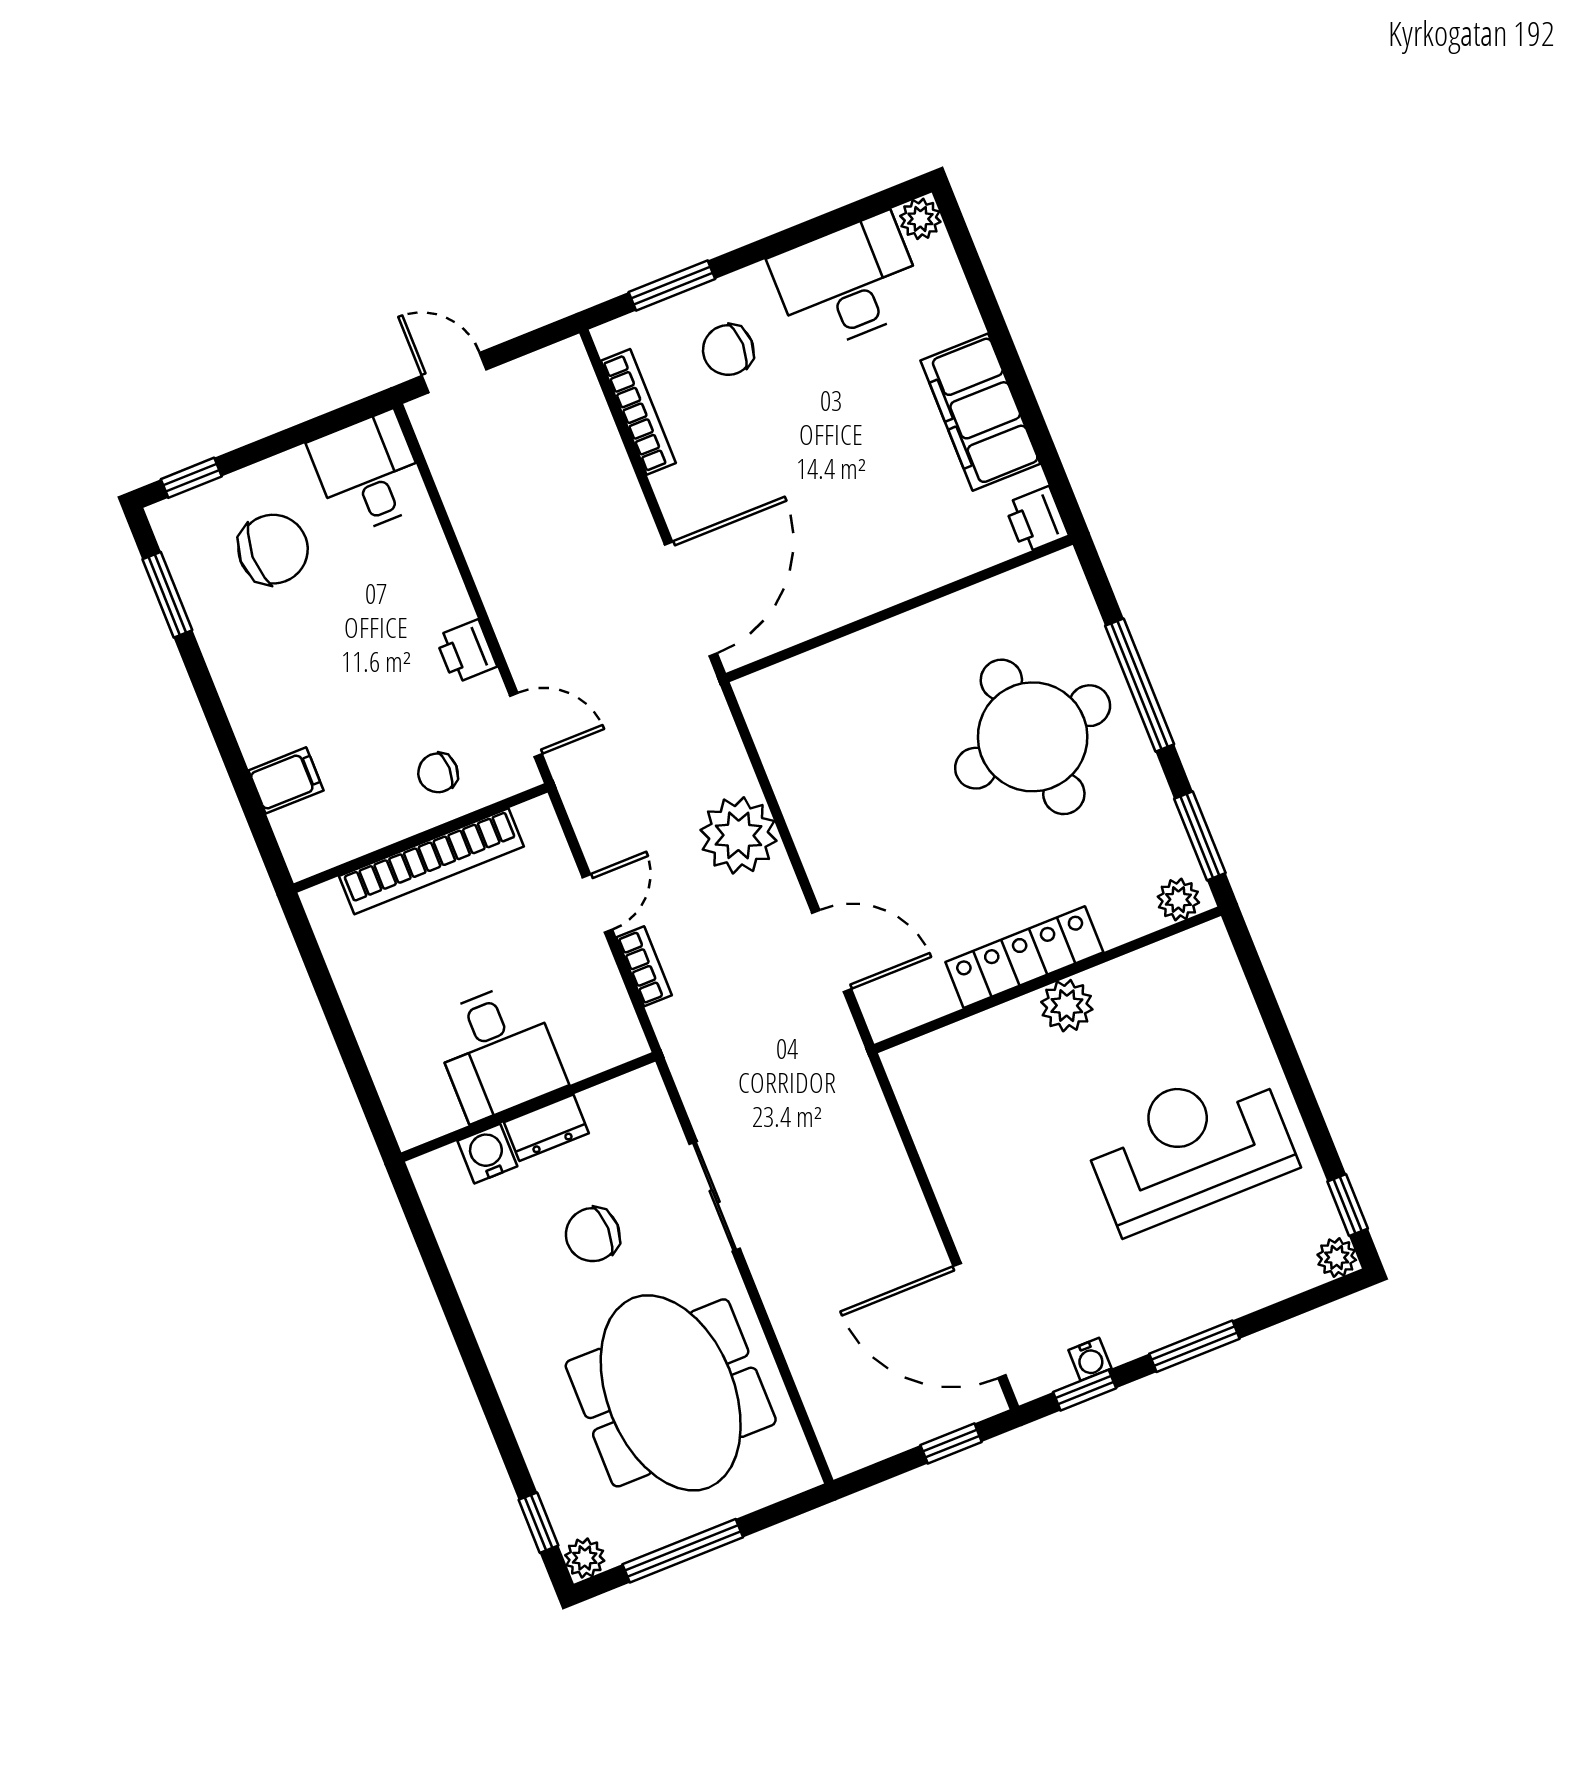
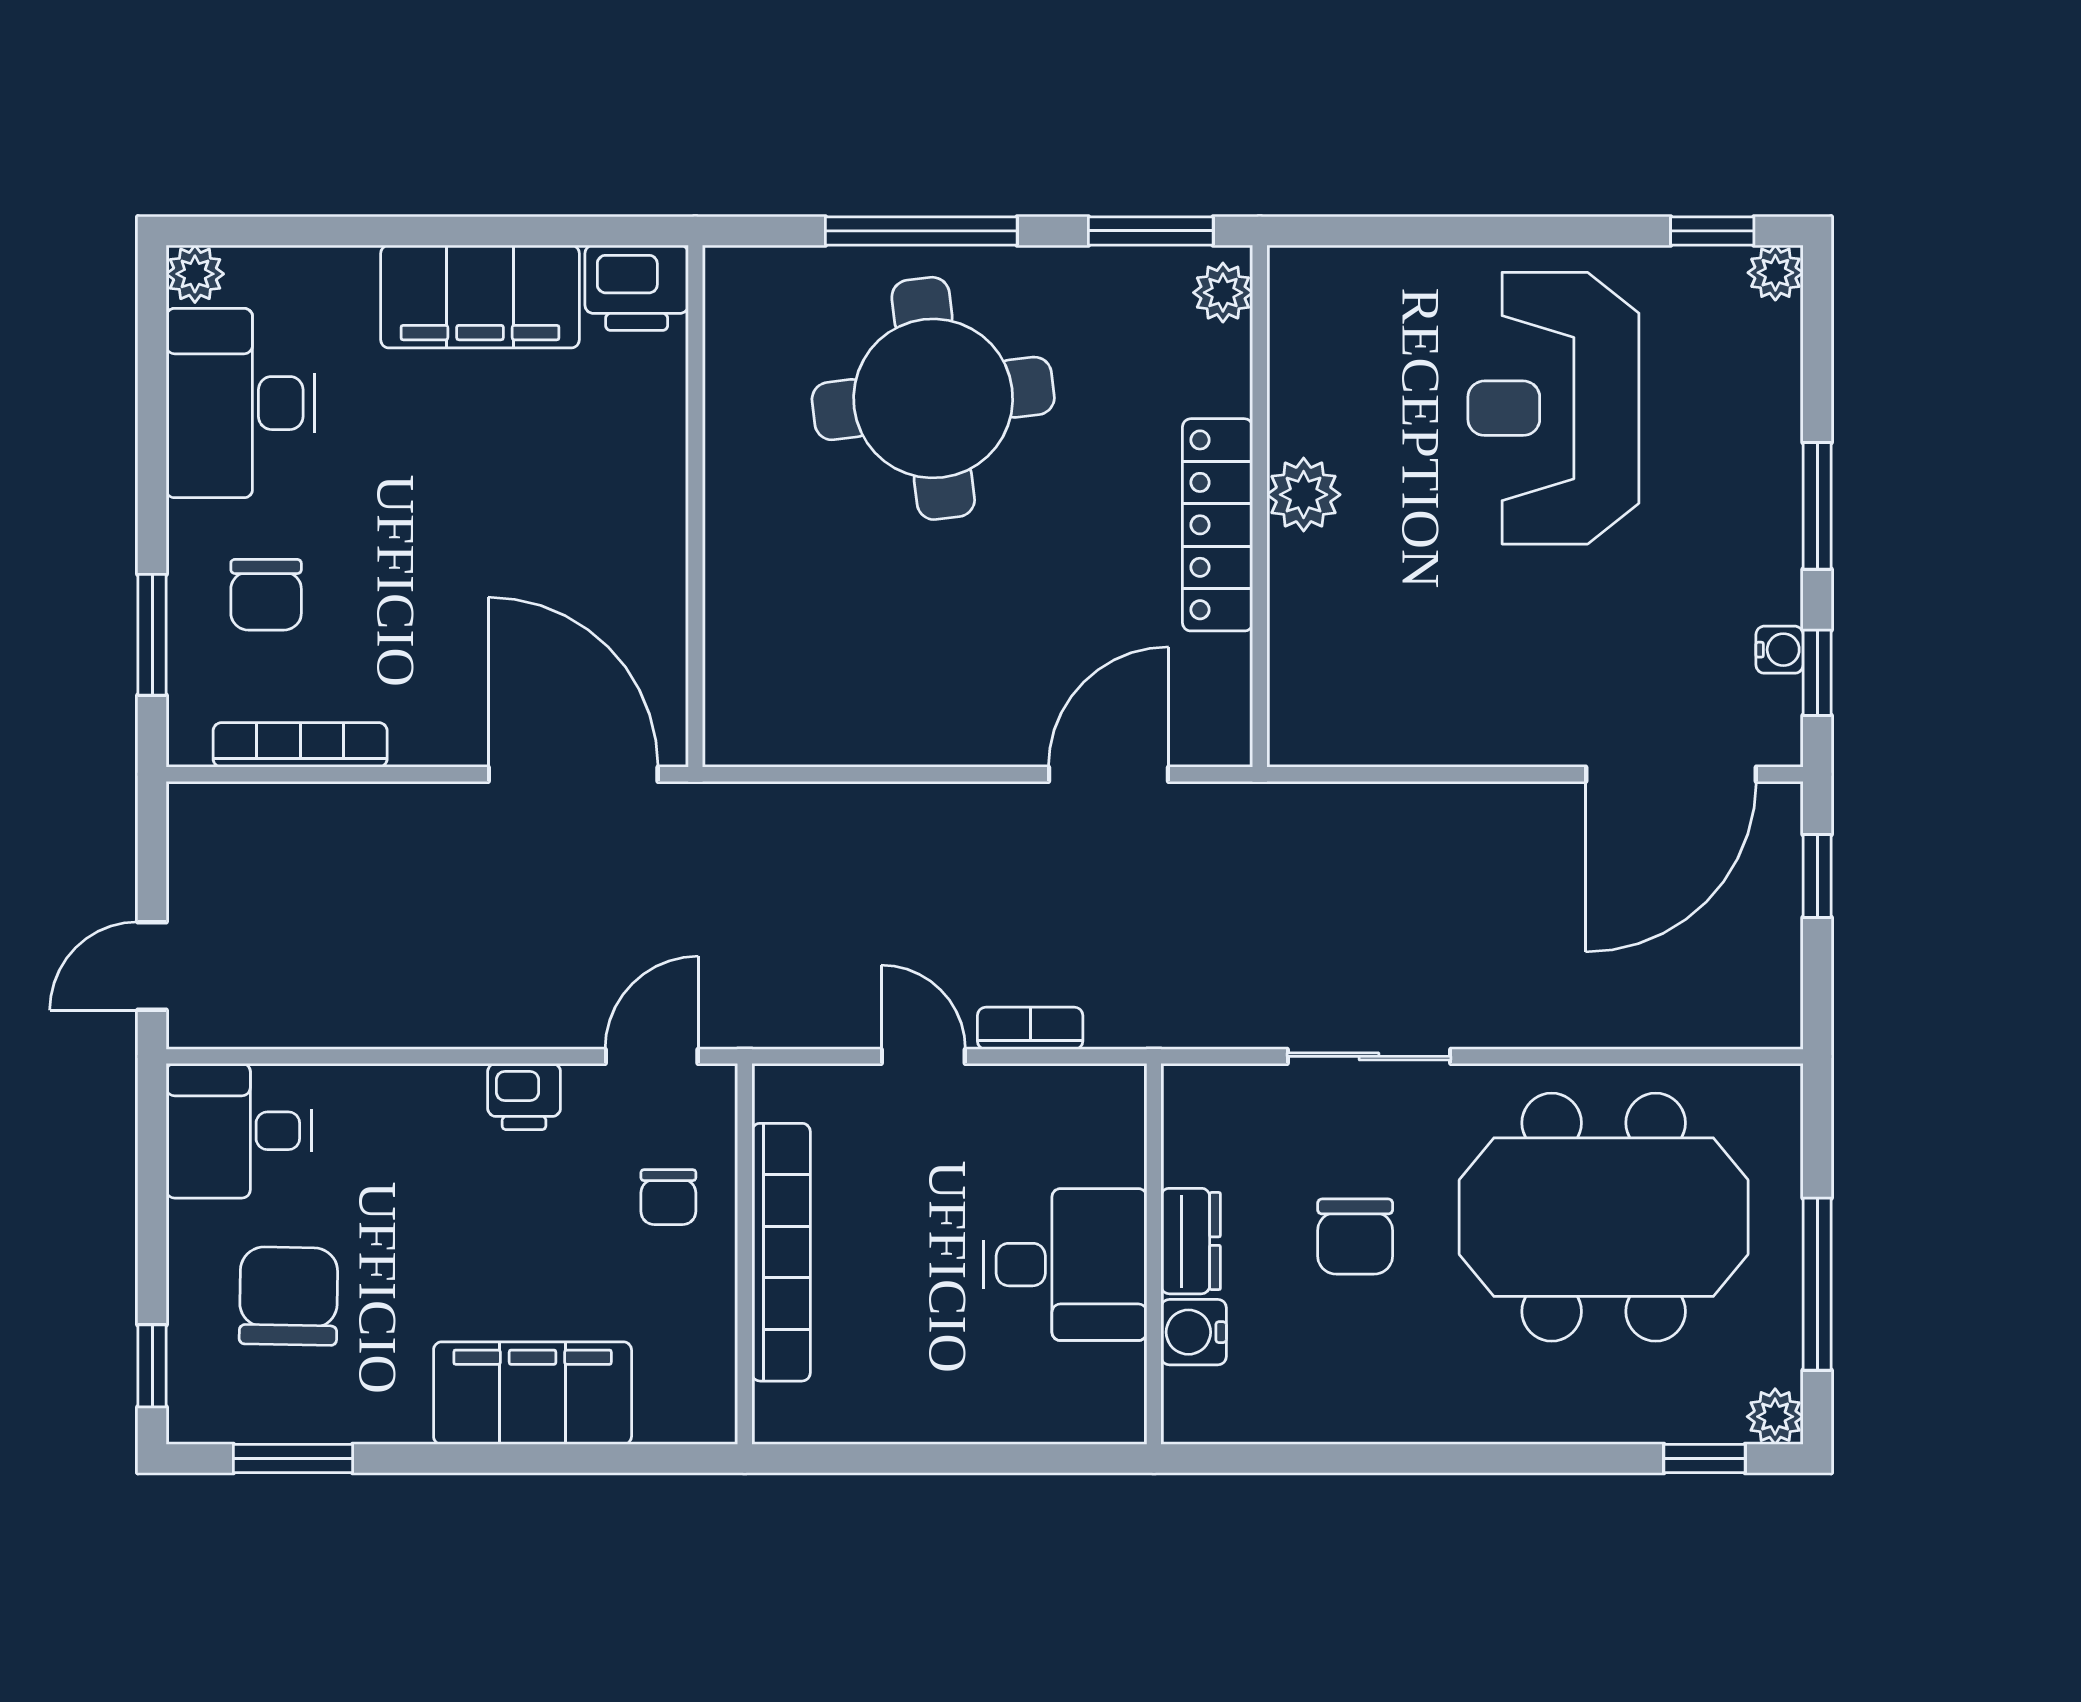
printer: (1036, 520) -> (637, 288), width x1.36, depth x1.24
filing cabinet: (286, 780) -> (533, 1393), width x3.00, depth x1.17
plant: (738, 835) -> (908, 836), removed

